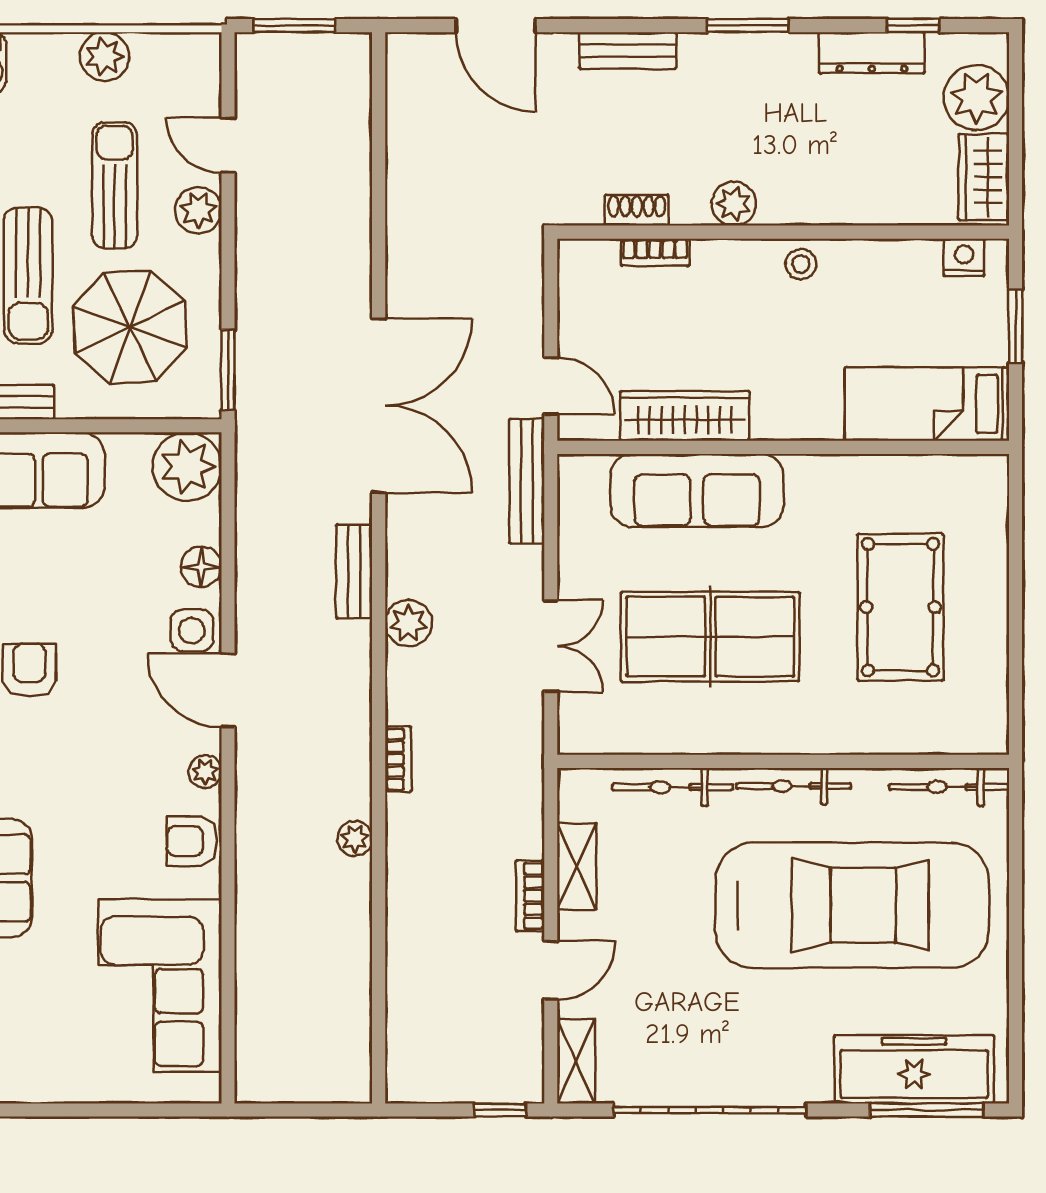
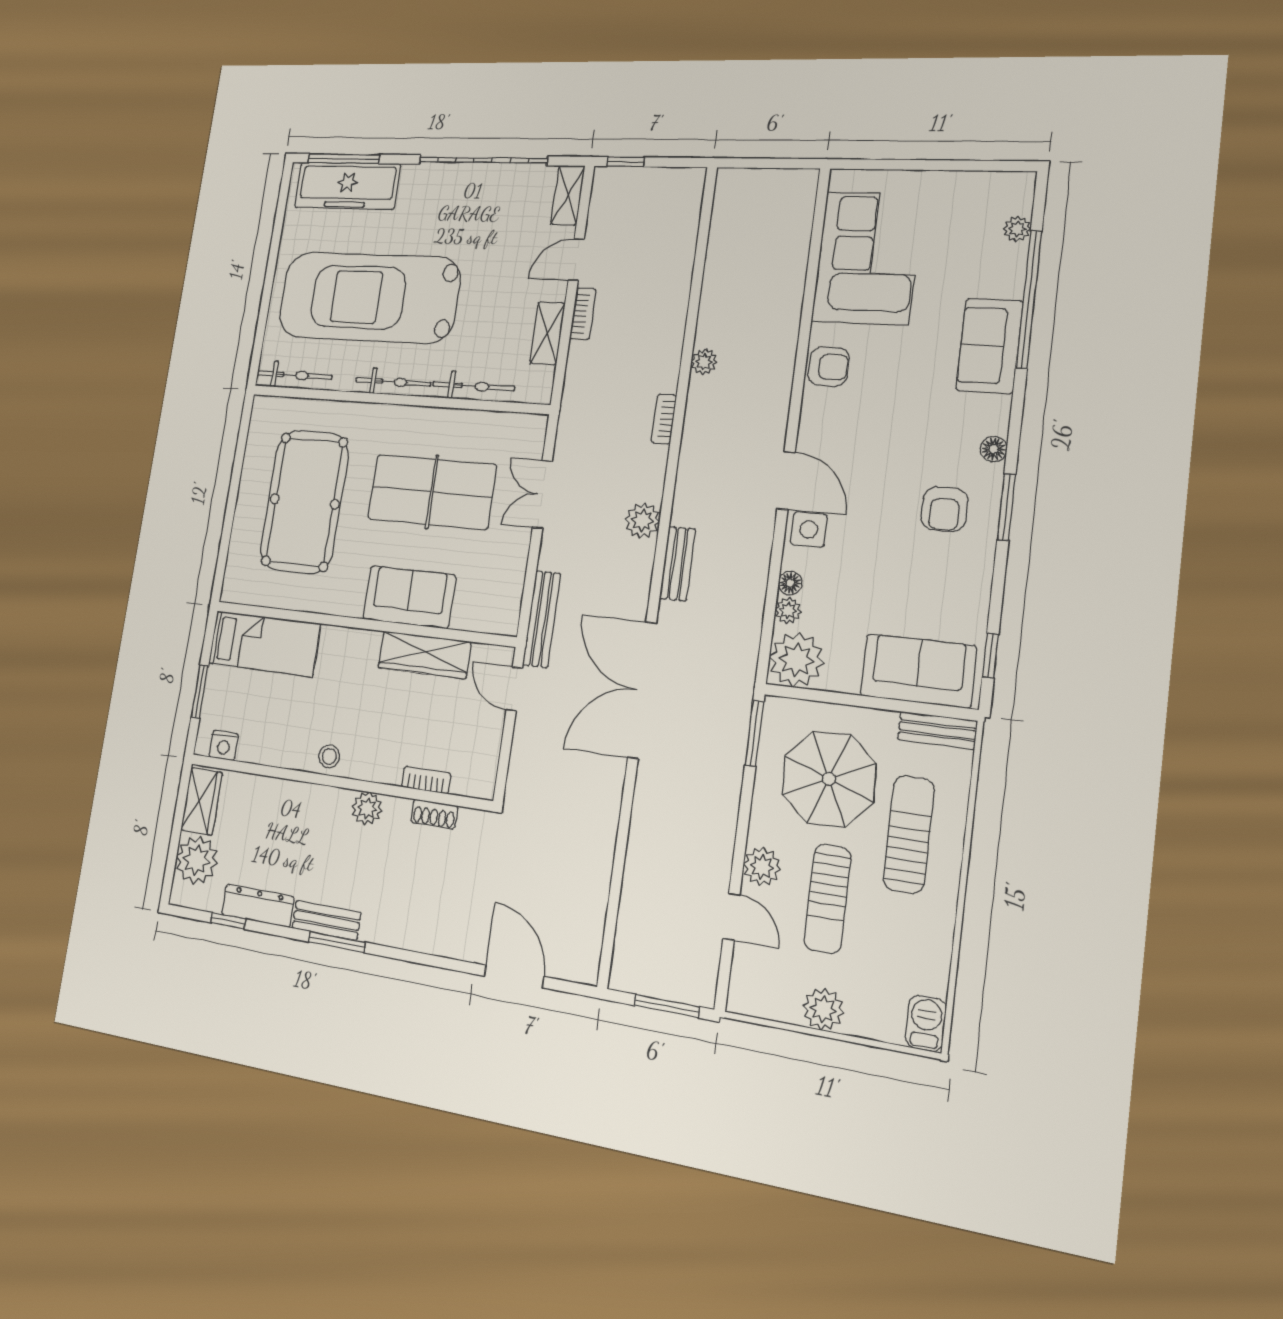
bench: (628, 50) -> (326, 920), moved
sofa: (697, 490) -> (409, 597), width x0.73
floor lamp: (201, 567) -> (790, 583), width x0.73, depth x0.73
pool table: (901, 607) -> (304, 502), width x1.36, depth x1.32
plant: (205, 771) -> (788, 611), moved

